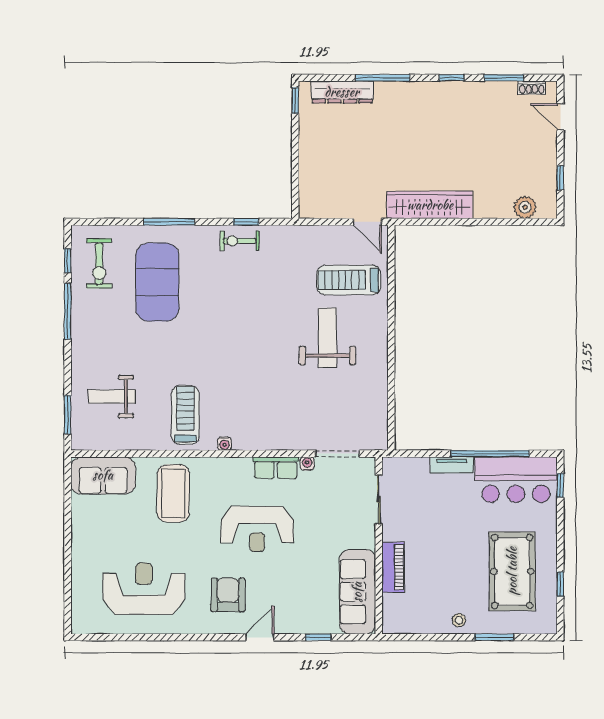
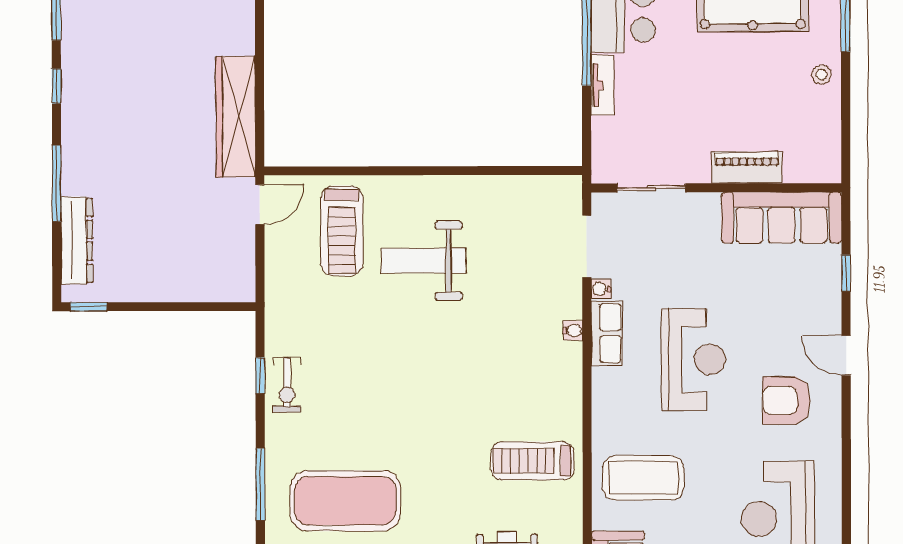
water cooler: (225, 444) -> (573, 330), moved

